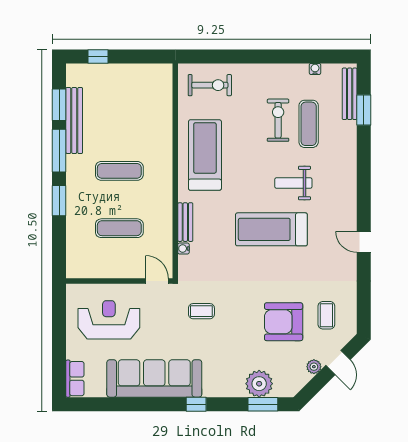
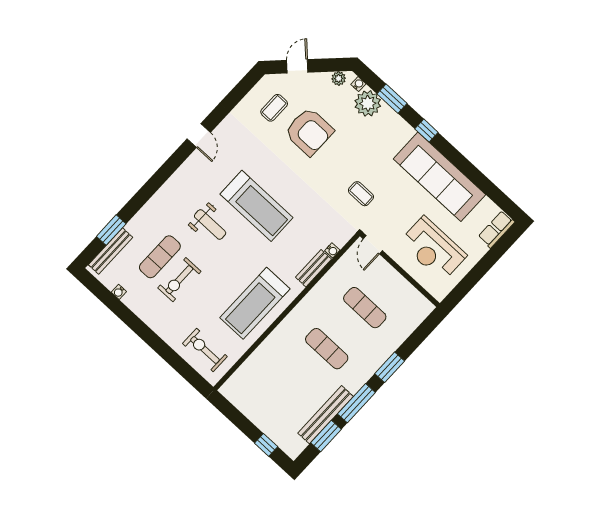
plant: (314, 367) -> (339, 78), moved
water cooler: (280, 392) -> (358, 84), added
window: (263, 404) -> (392, 99), moved

